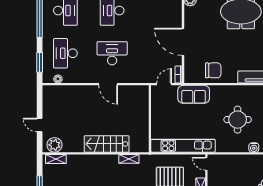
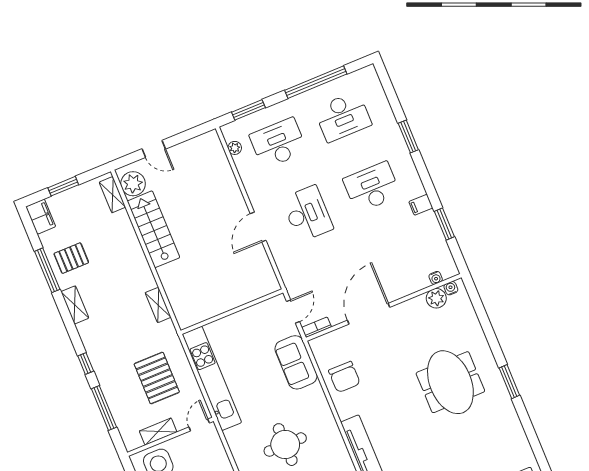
door: (164, 84) -> (293, 312), hinge flipped
door: (40, 125) -> (154, 149), swing flipped
stairs: (107, 144) -> (153, 229), moved

